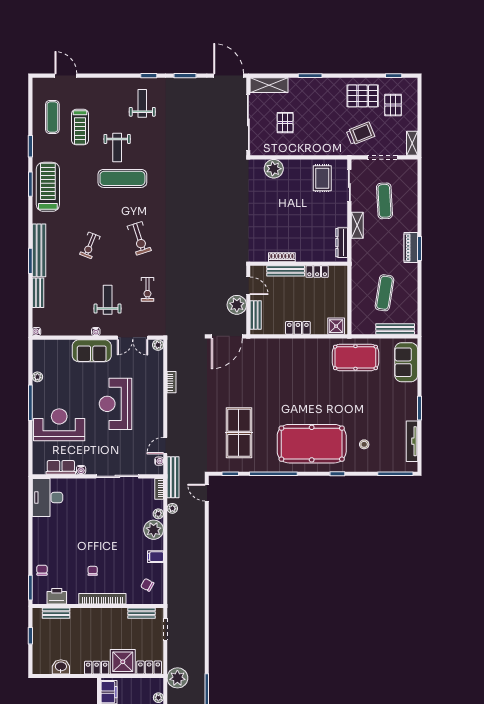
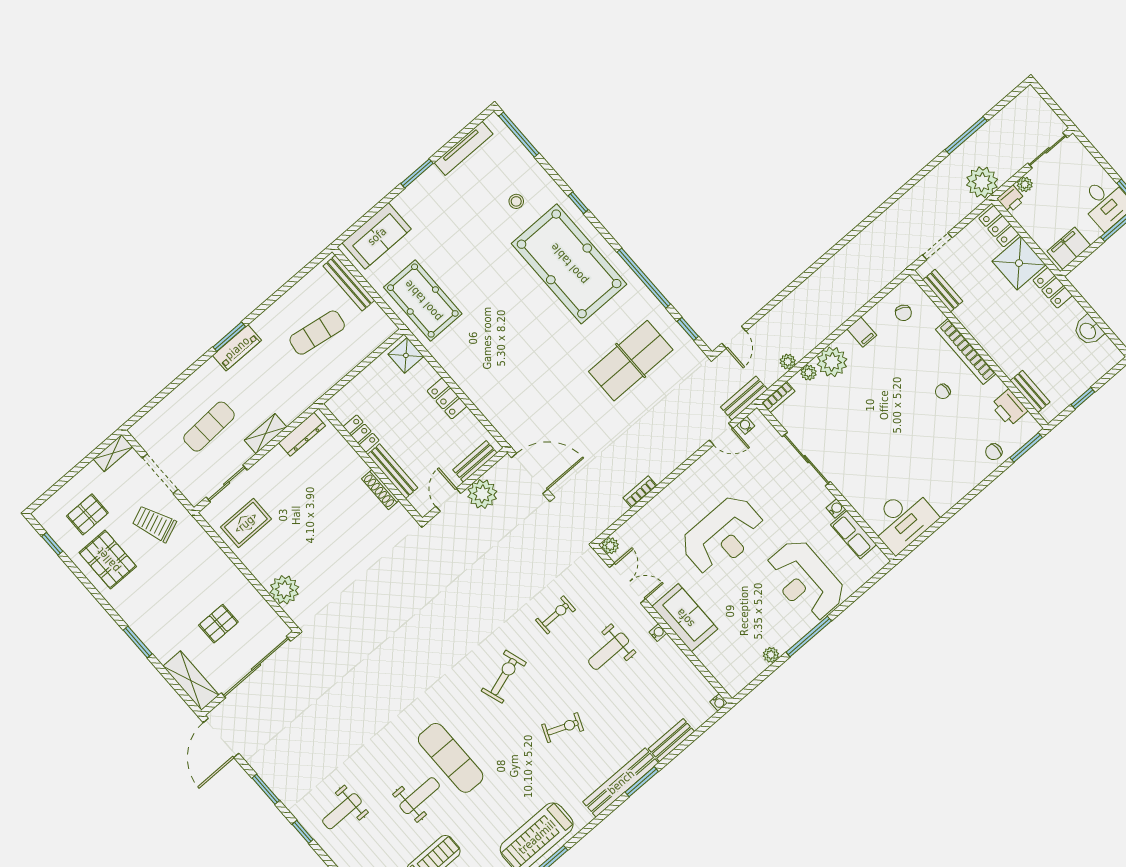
bench: (173, 477) -> (744, 398), width x0.73
printer: (157, 685) -> (1011, 199), added

